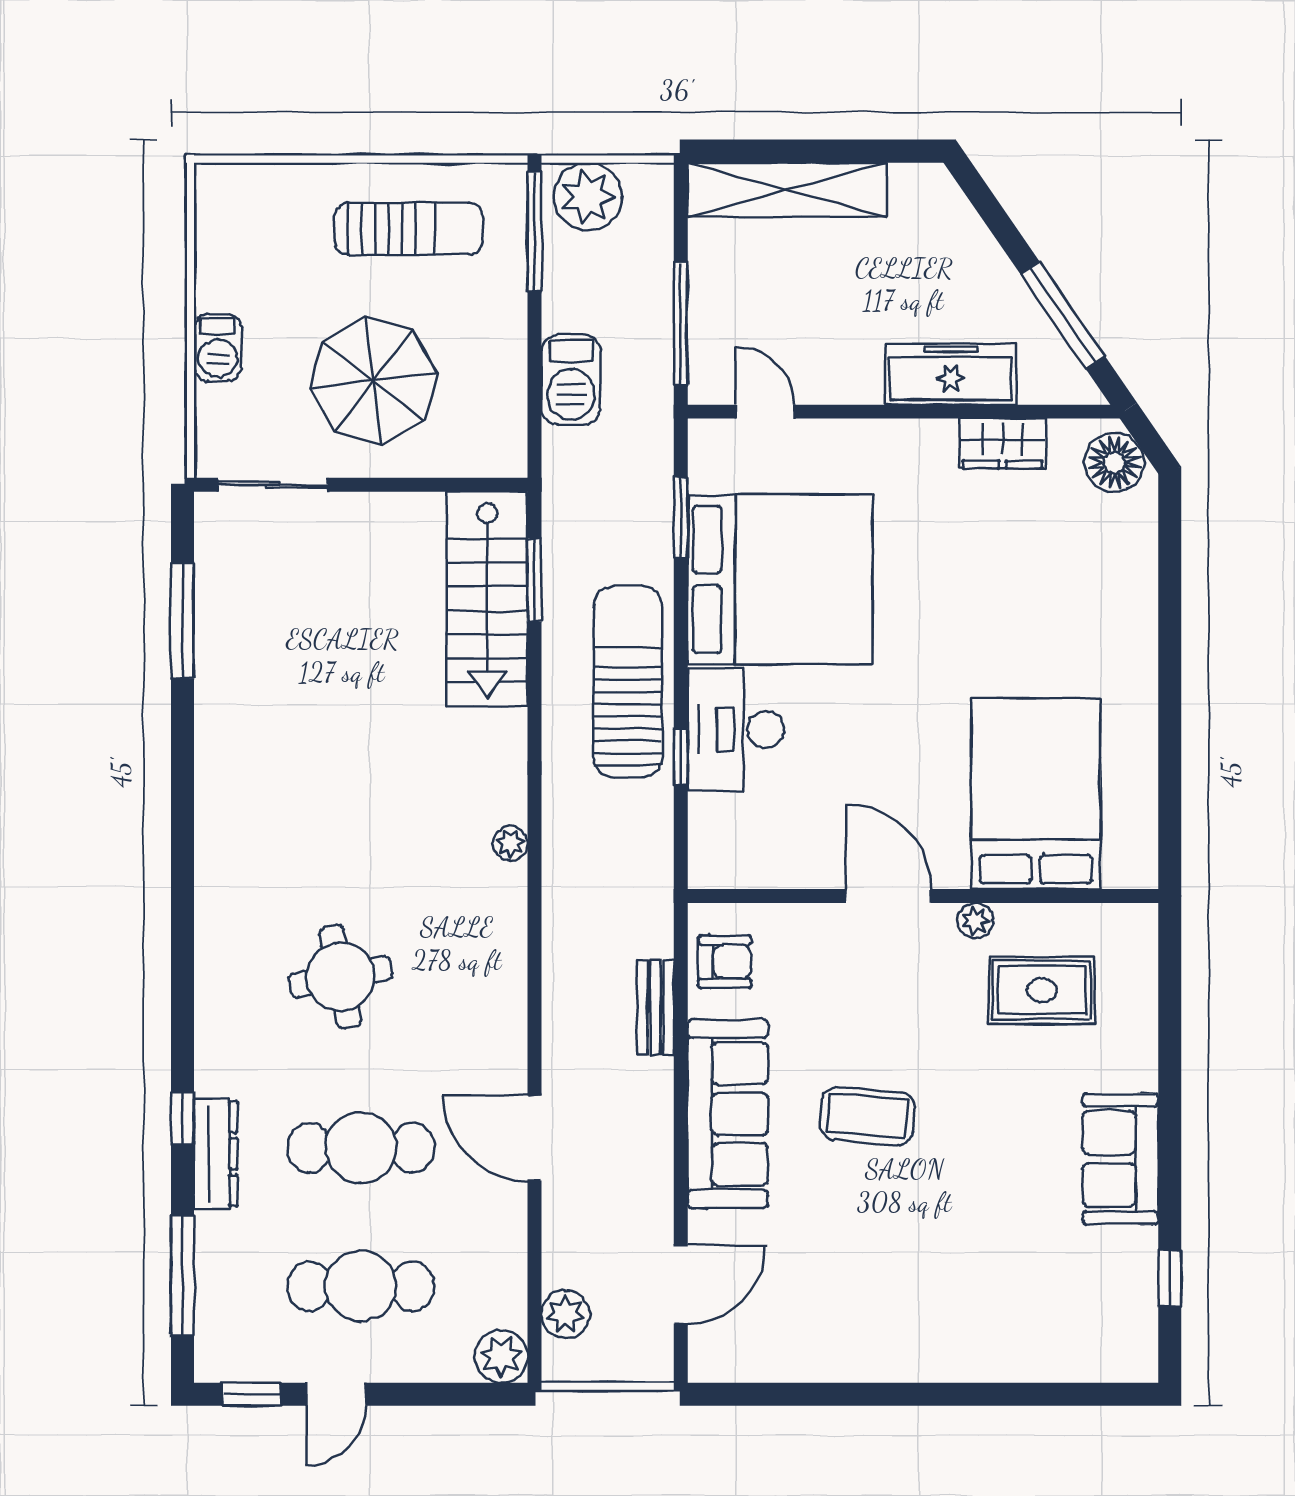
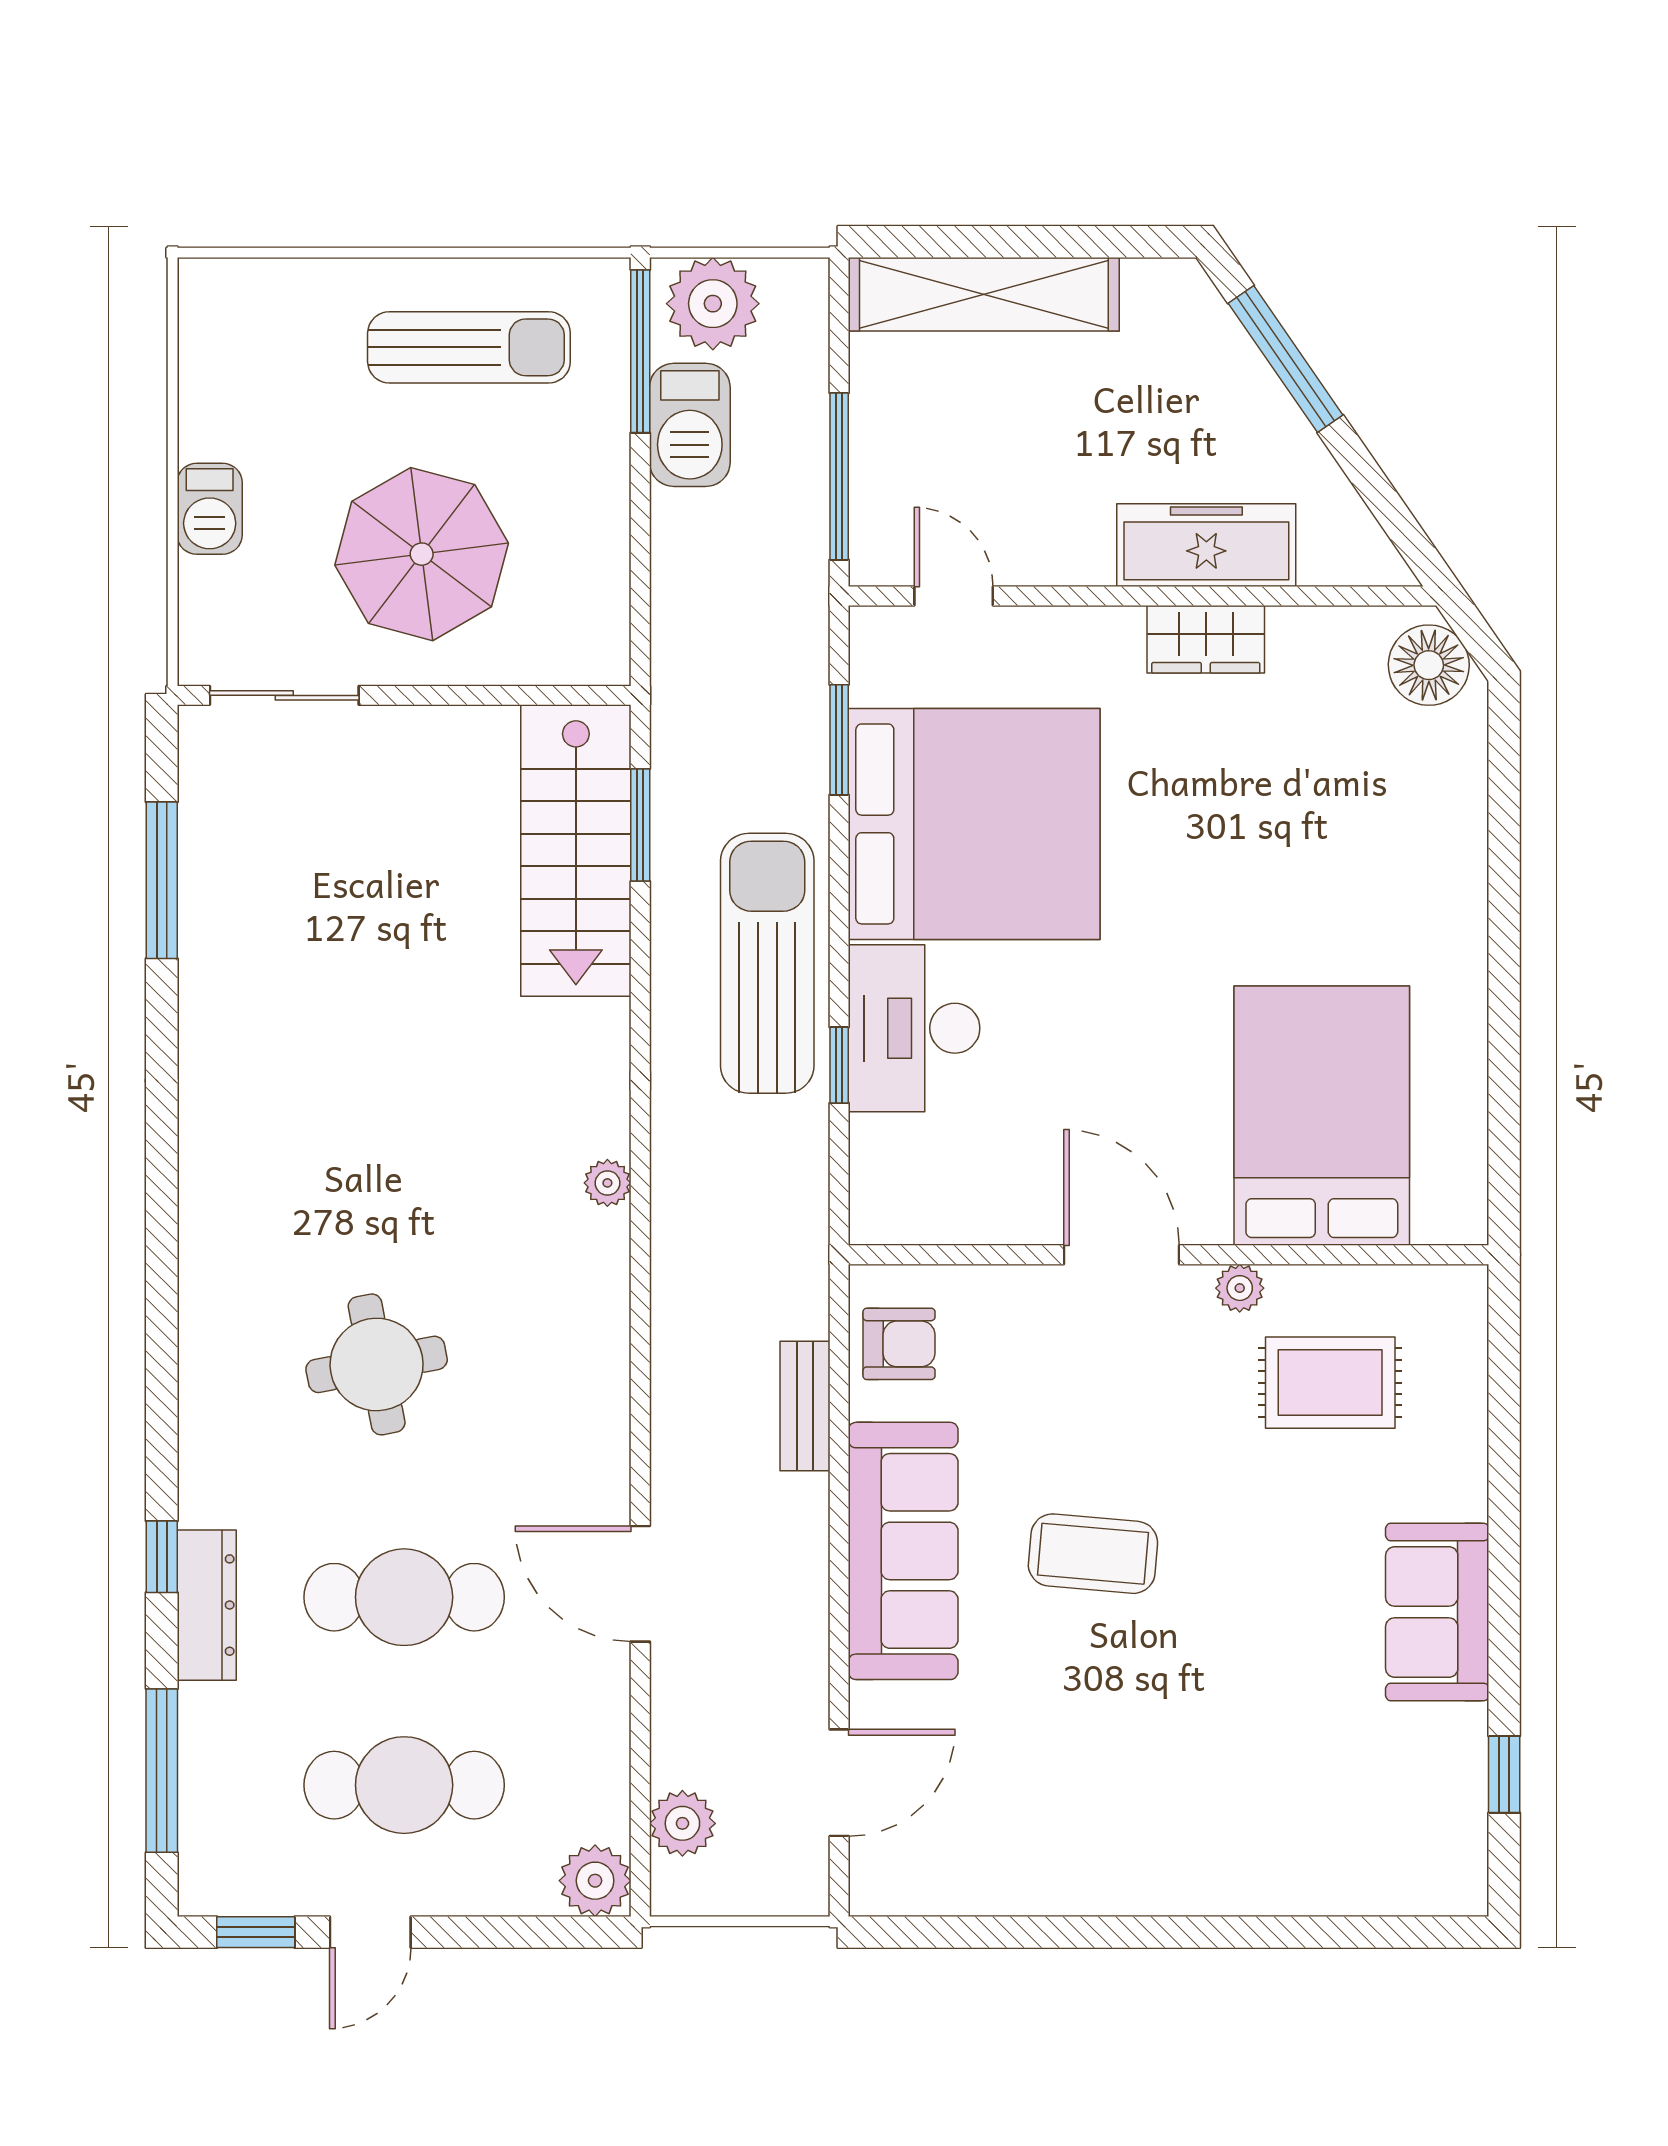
window: (1063, 315) -> (1286, 359), moved
barbecue: (571, 380) -> (690, 425), moved
wardrobe: (1002, 443) -> (1206, 639), moved

